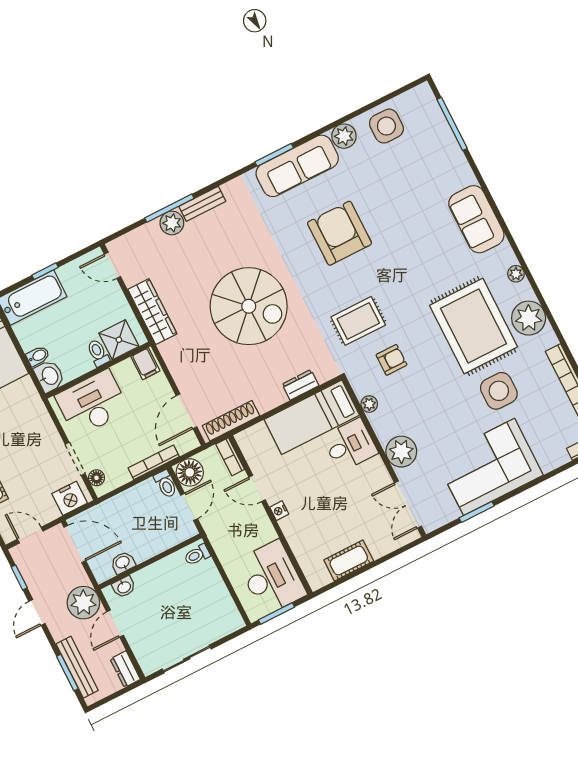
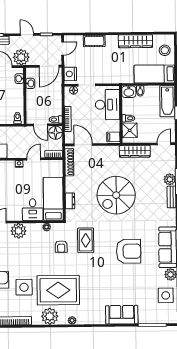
sofa: (476, 219) -> (122, 315), moved

